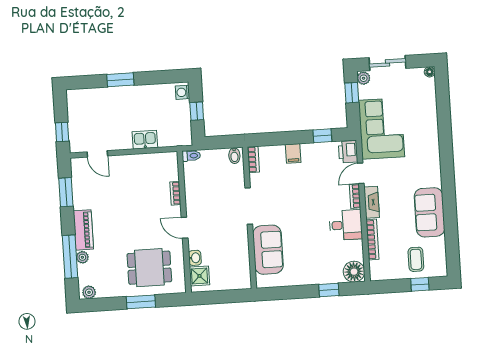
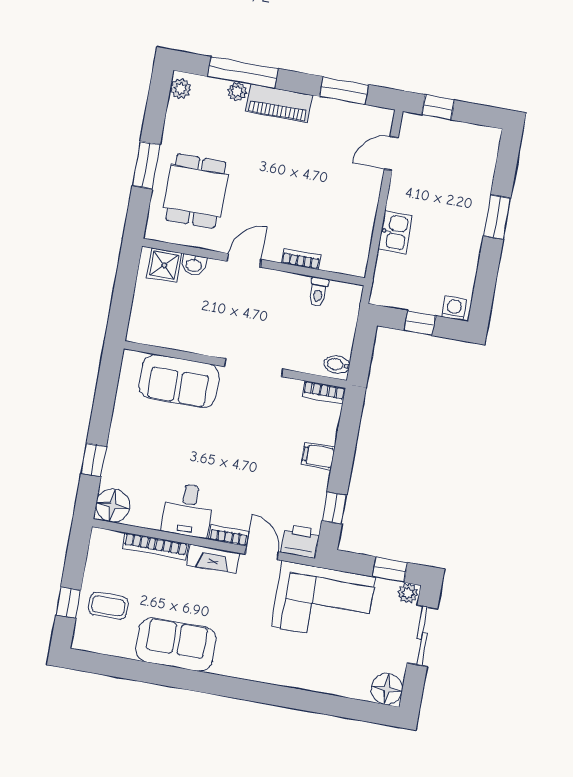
floor lamp: (430, 72) -> (387, 689), width x1.89, depth x1.89
toilet: (191, 156) -> (318, 292), moved

